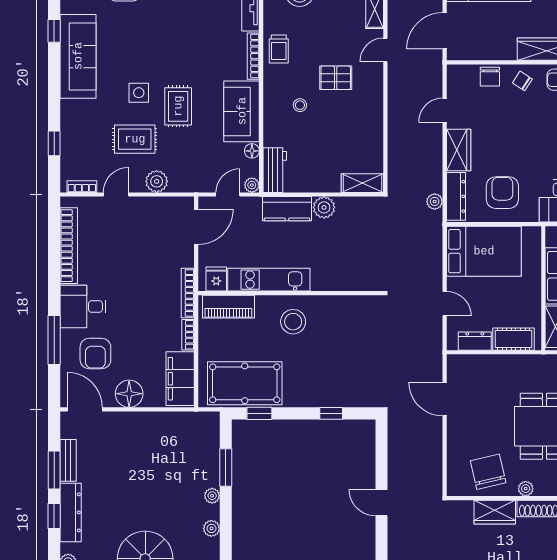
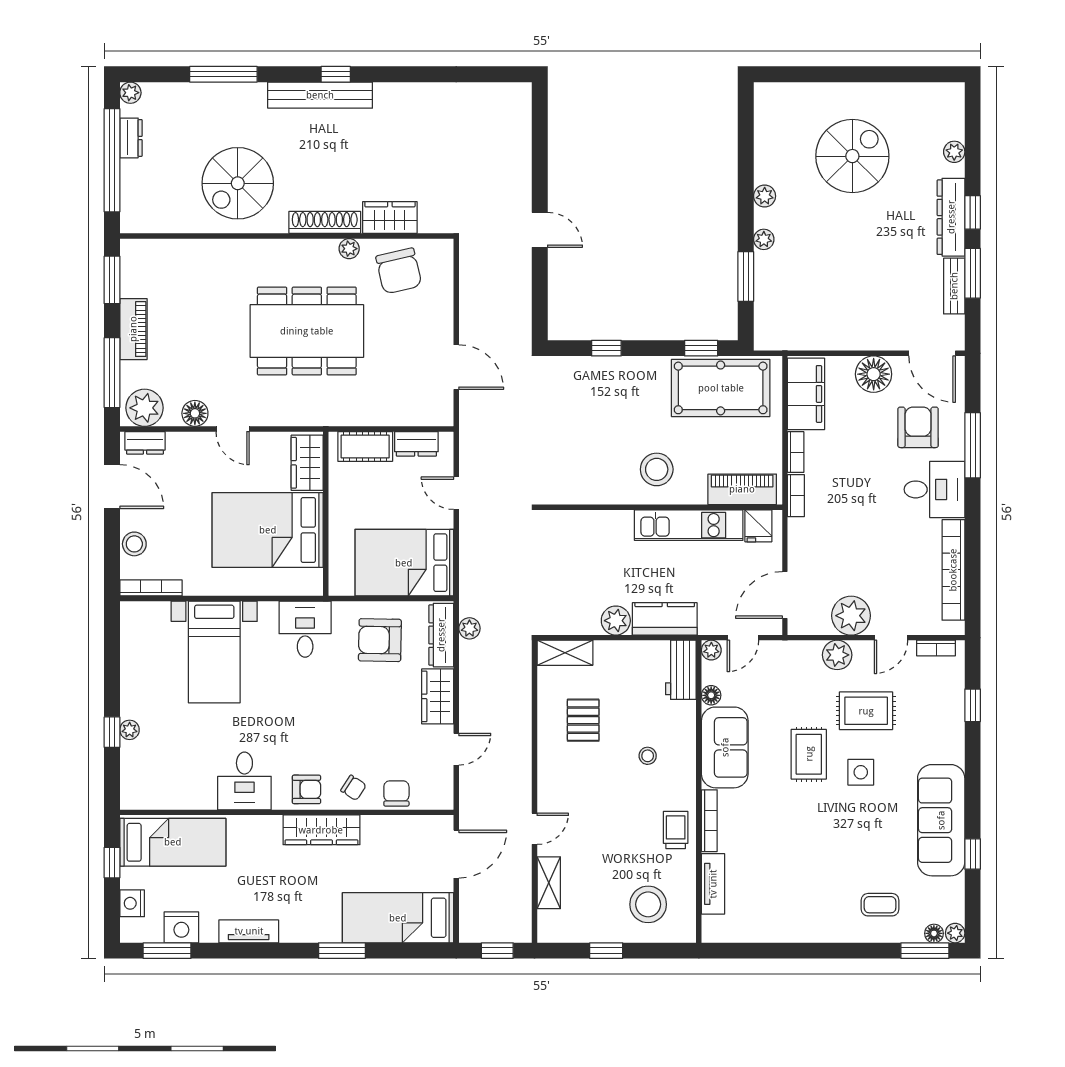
pallet: (336, 78) -> (583, 720), moved, turned 90
armchair: (502, 193) -> (380, 640), turned 91
plant: (146, 211) -> (851, 616), added
bookcase: (188, 293) -> (796, 496), width x0.64

